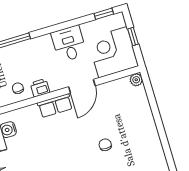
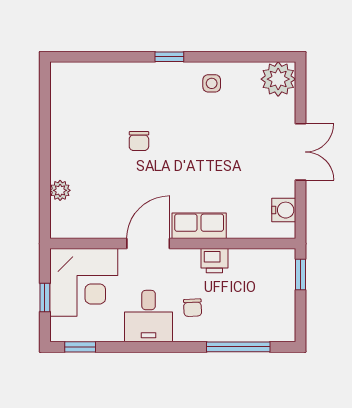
plant: (136, 80) -> (60, 190), moved
chair: (18, 88) -> (193, 308), moved

